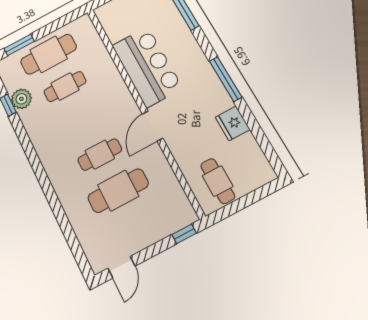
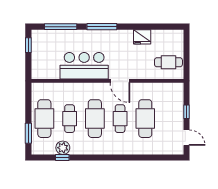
window: (226, 79) -> (102, 27), moved
cafe table: (82, 120) -> (95, 119), added
window: (184, 234) -> (186, 112), moved

